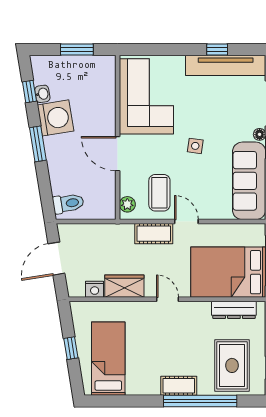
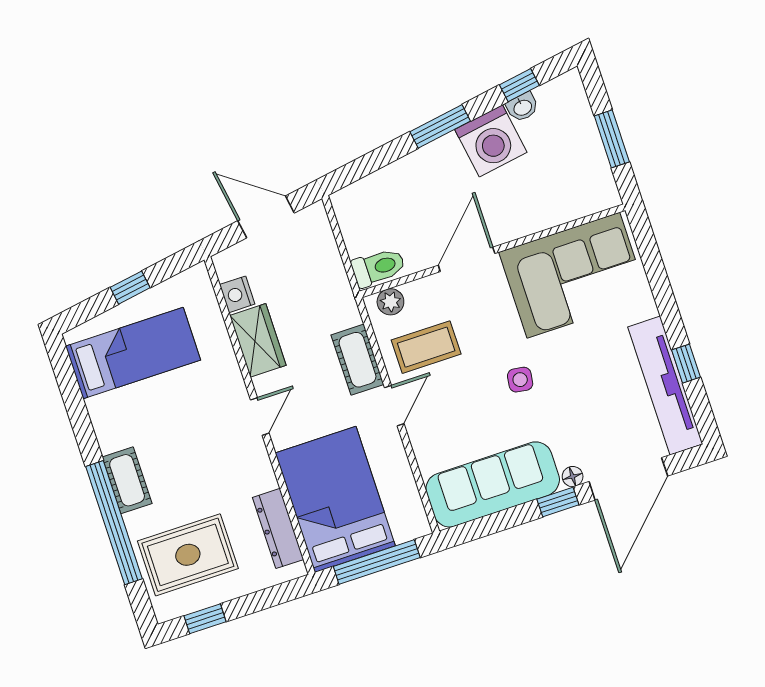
toilet: (68, 203) -> (378, 267), moved, turned -81

